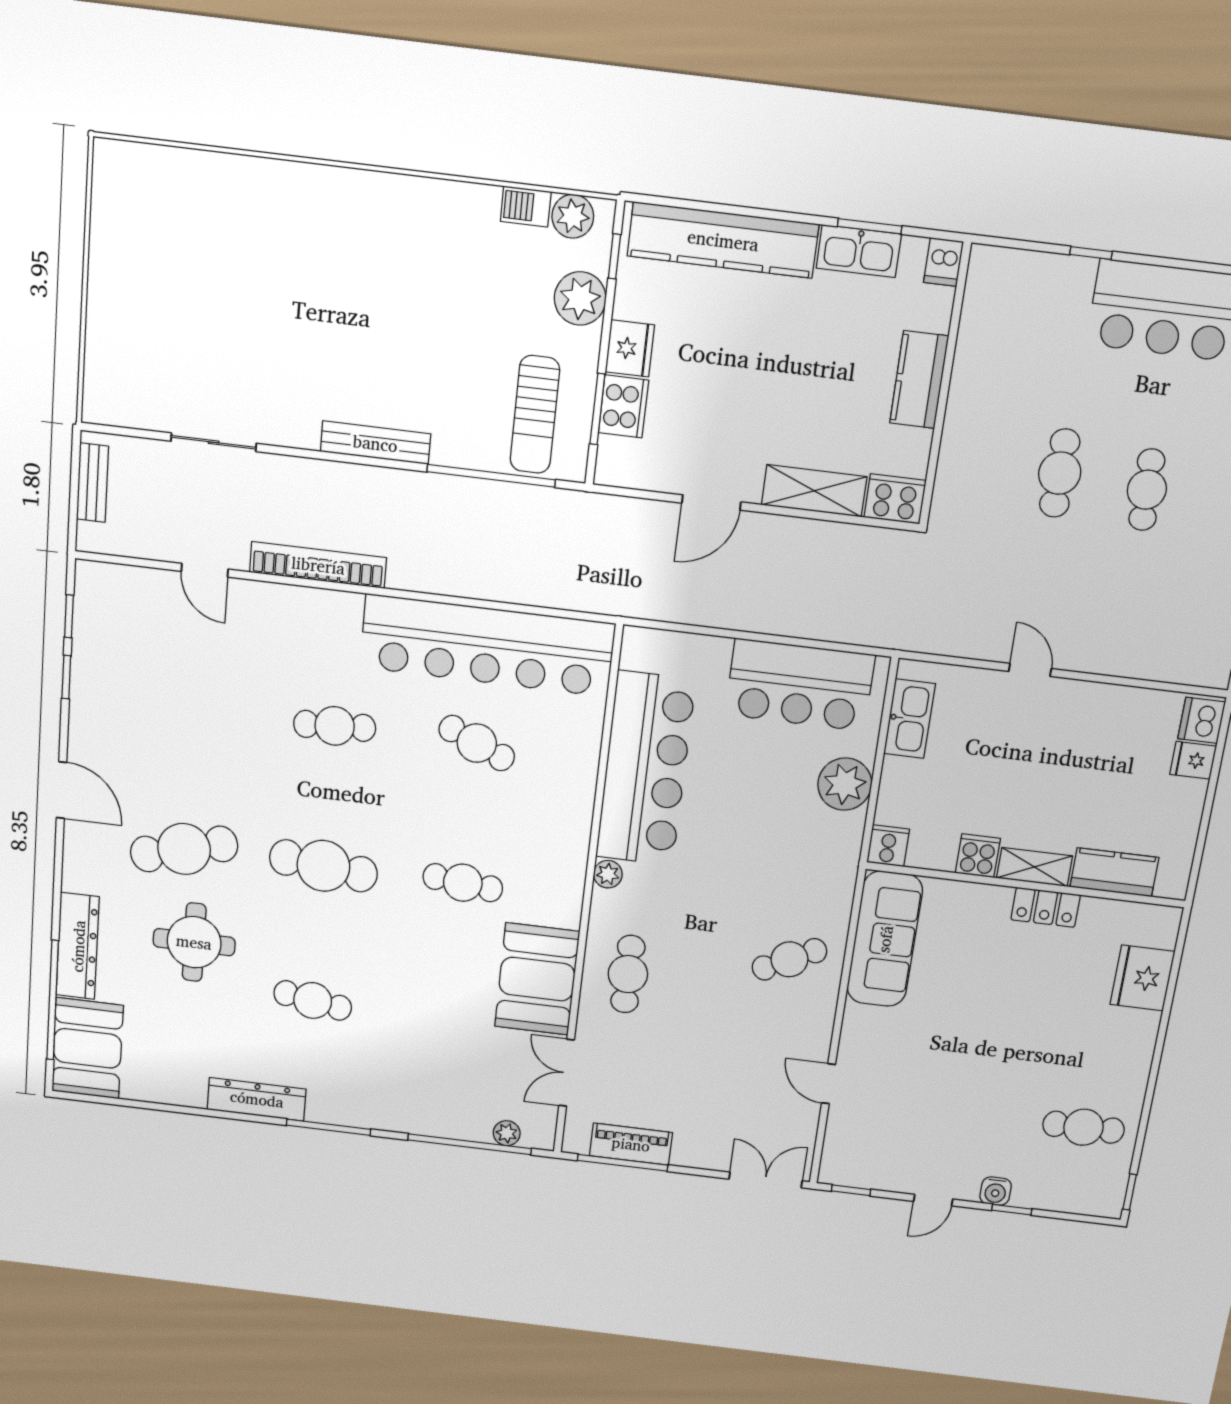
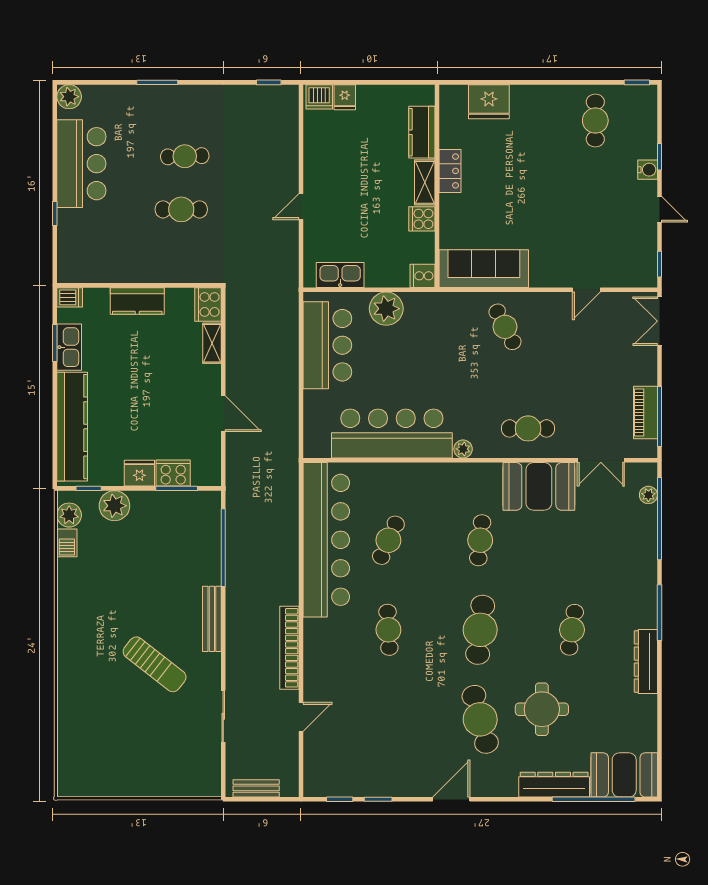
sun lounger: (535, 415) -> (155, 664), moved, turned 38
shelving: (814, 491) -> (212, 343), width x0.67, depth x0.75

